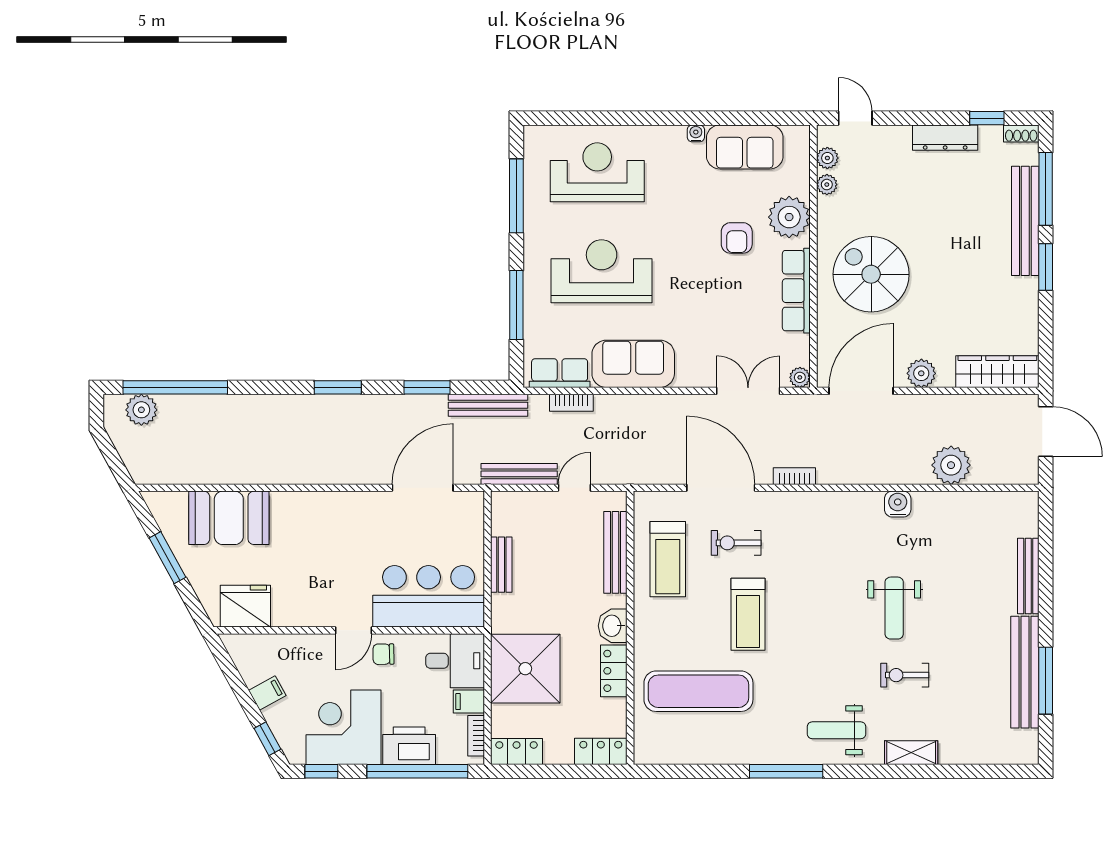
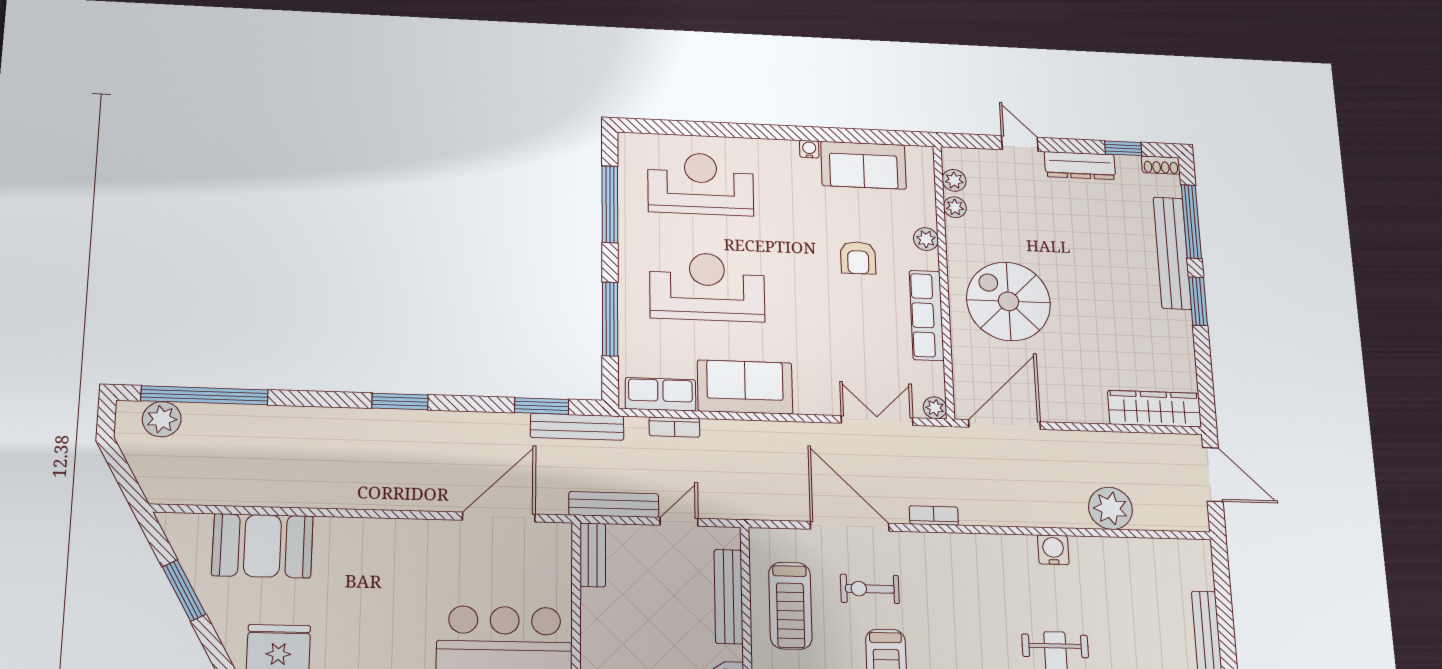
door: (855, 118) -> (1020, 143), moved
plant: (789, 217) -> (926, 239), width x0.53, depth x0.53
plant: (921, 373) -> (1070, 408), removed
window: (427, 387) -> (542, 406), moved
bench: (501, 565) -> (593, 555), moved

